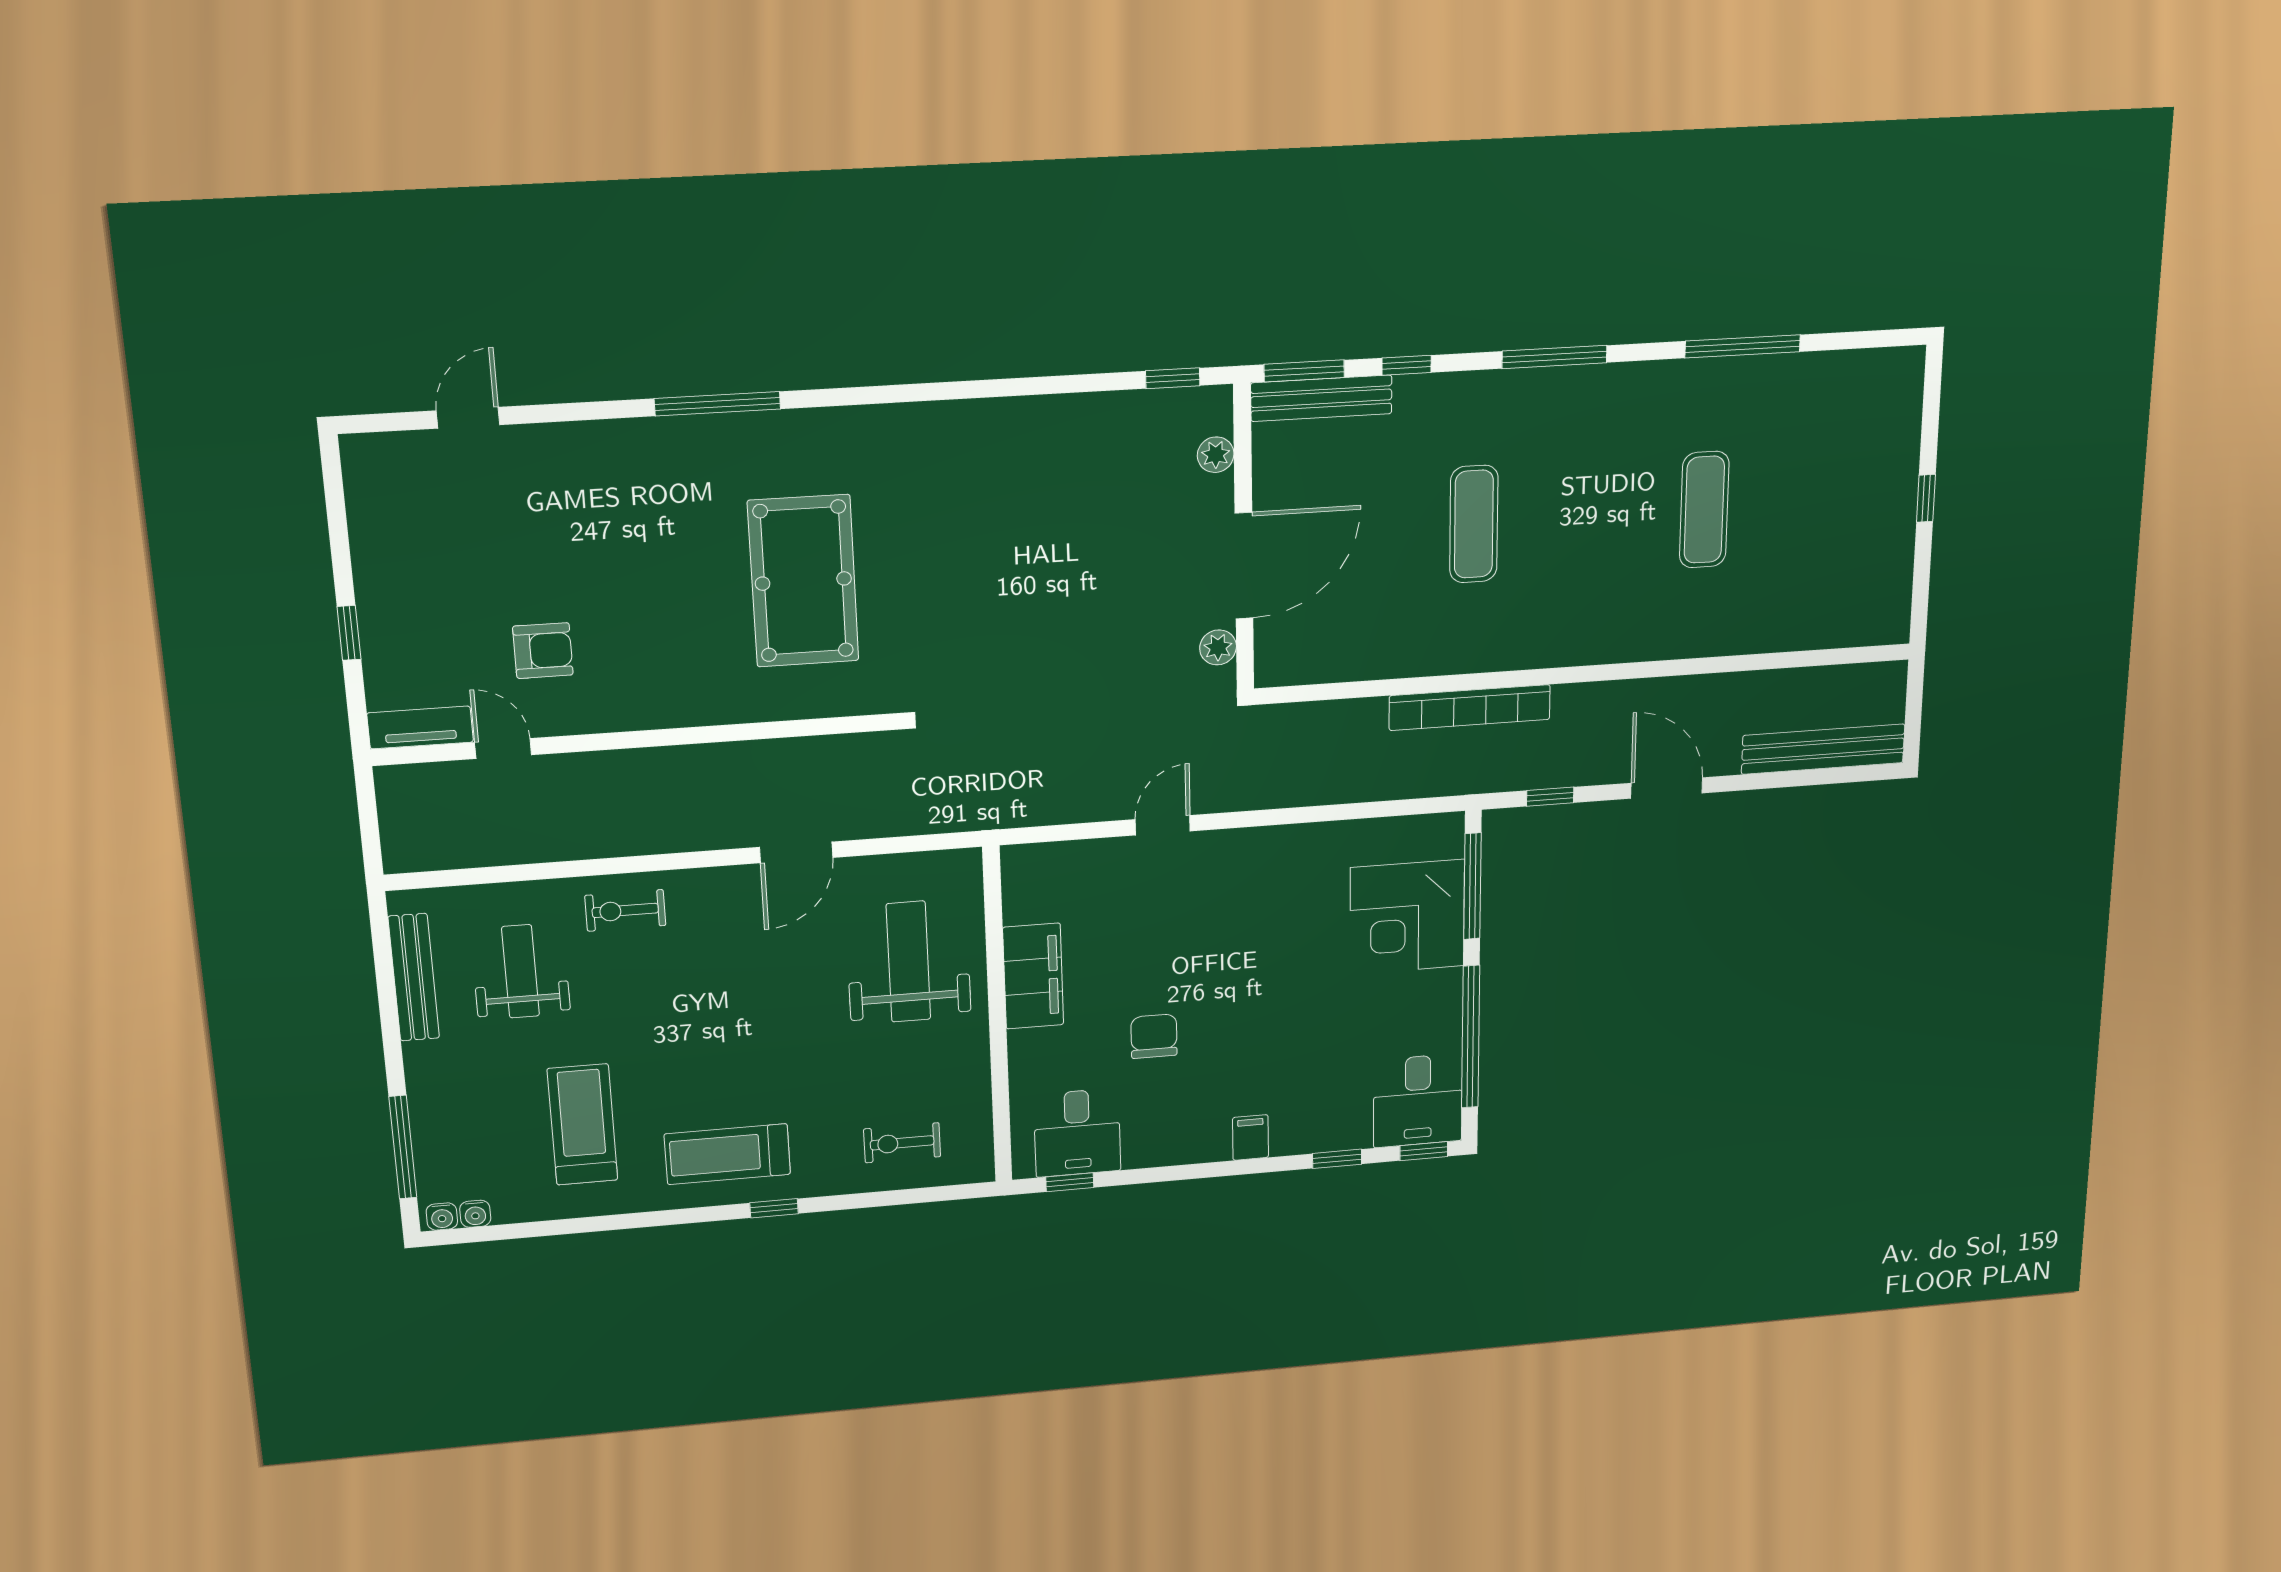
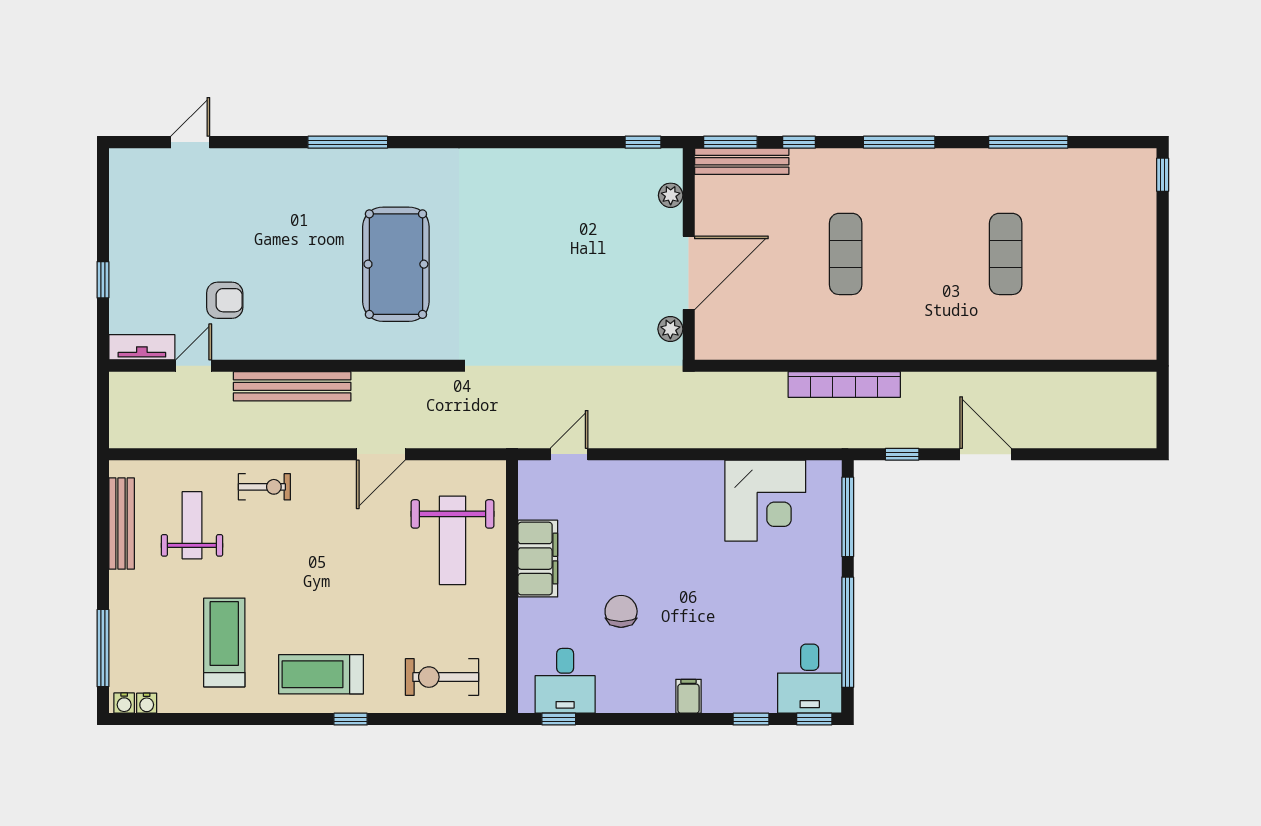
window: (1926, 498) -> (1163, 175), moved
door: (503, 749) -> (194, 366), hinge flipped
bench: (1823, 749) -> (292, 386), moved
door: (1163, 825) -> (569, 454), moved
exercise bike: (625, 910) -> (264, 487), turned 180
corner desk: (1407, 917) -> (765, 501), moved, turned -90
weight bench: (908, 962) -> (453, 540), turned 180
exercise bike: (902, 1143) -> (442, 677), width x1.38, depth x1.39

